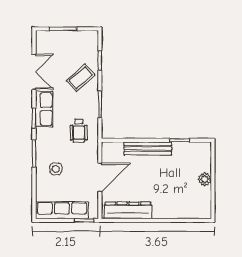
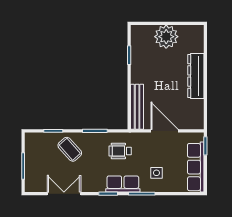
row of seats: (44, 109) -> (123, 184), moved
wheelchair: (79, 131) -> (120, 151), turned 180
bench: (148, 149) -> (137, 107), moved
plant: (205, 179) -> (166, 37), width x1.87, depth x1.87
dresser: (128, 210) -> (196, 76), moved

